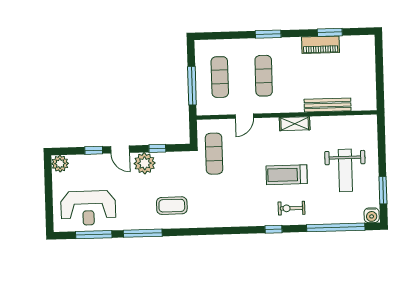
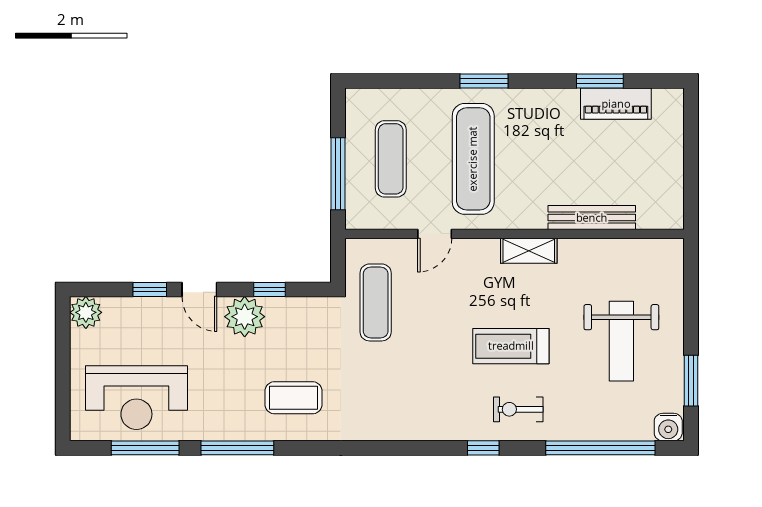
piano: (321, 45) -> (616, 104), moved
exercise mat: (264, 76) -> (473, 159), width x1.36, depth x1.45

